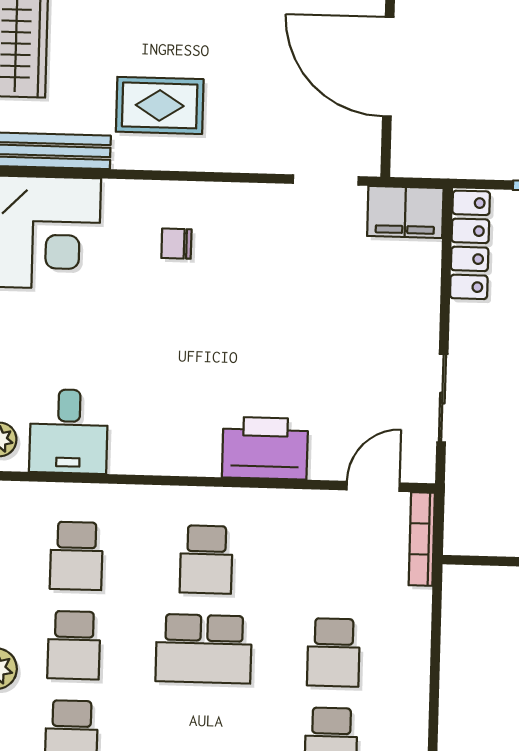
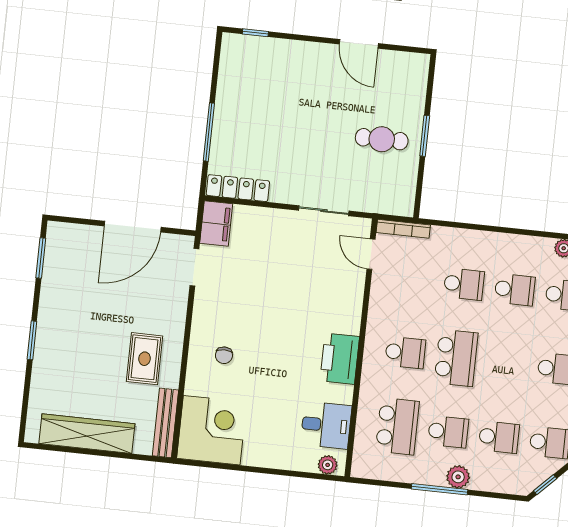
printer: (265, 448) -> (340, 359), moved
school desk: (76, 556) -> (397, 426), width x1.85

